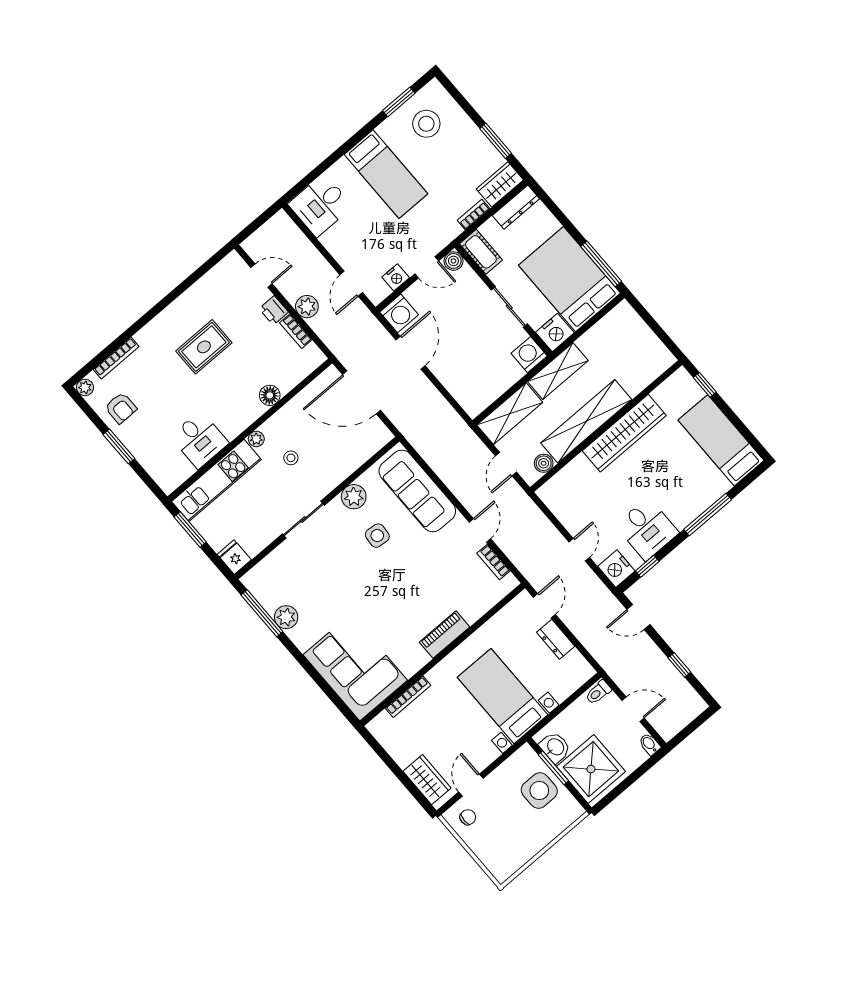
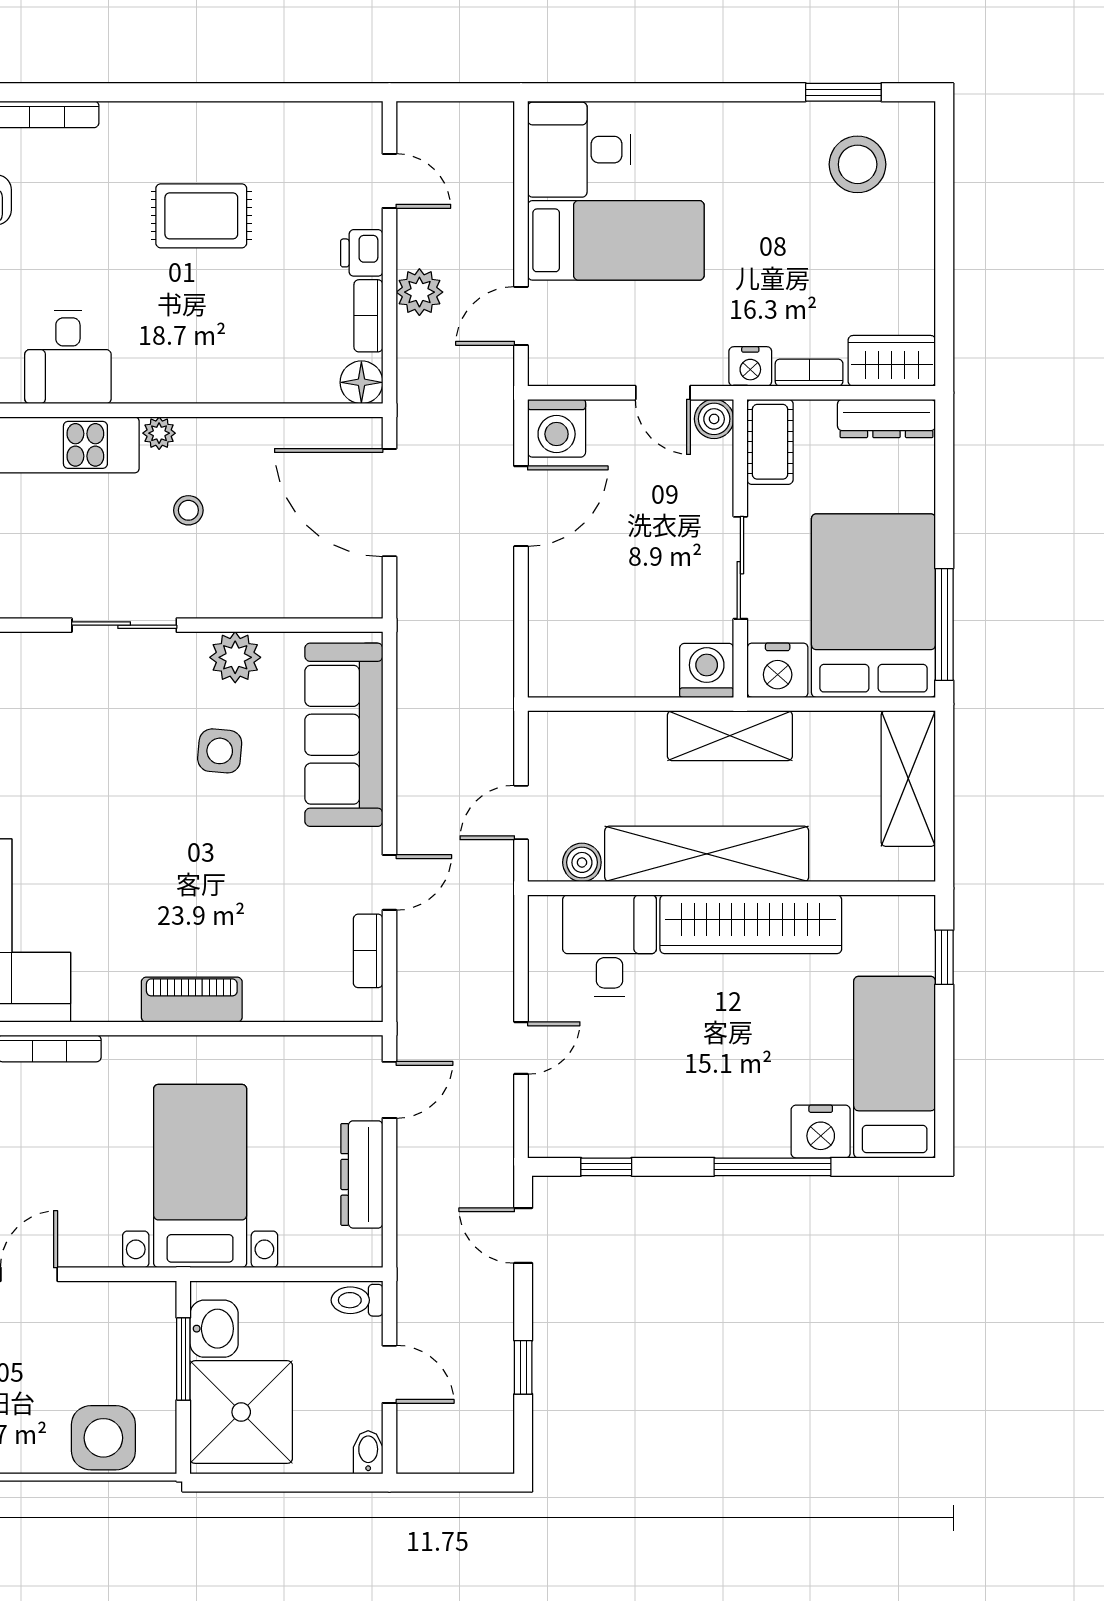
window: (496, 141) -> (944, 286), removed
bed: (386, 174) -> (616, 240), moved, turned -90
nightstand: (396, 277) -> (750, 366), moved
floor lamp: (270, 395) -> (361, 382), moved
shelving: (510, 414) -> (908, 779), moved, turned 90
desk: (647, 529) -> (610, 945), moved, turned 180
nightstand: (616, 569) -> (821, 1132), moved, turned -90
dresser: (556, 639) -> (362, 1174), width x1.44
side table: (539, 791) -> (103, 1438), moved

